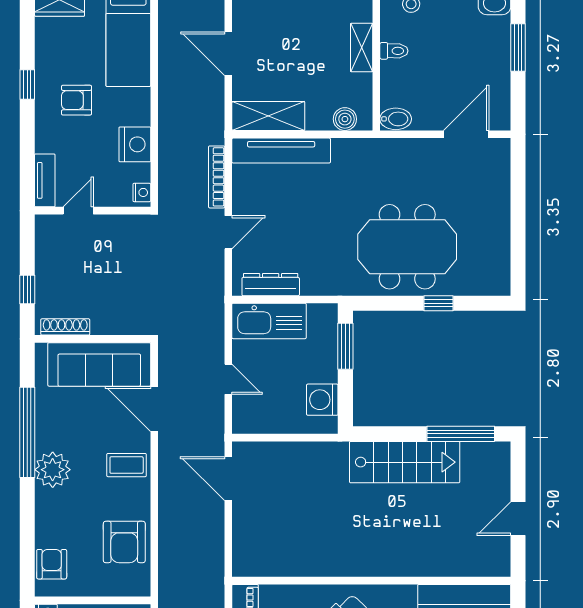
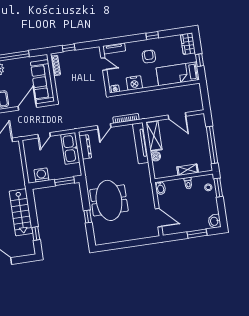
door: (228, 54) -> (177, 116), swing flipped
boiler: (345, 119) -> (156, 156), moved
door: (228, 232) -> (104, 126), hinge flipped
window: (461, 434) -> (36, 234), width x0.46

